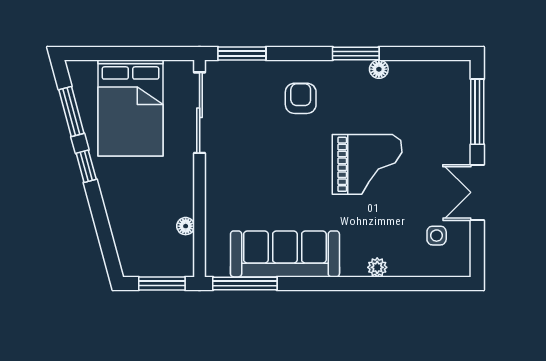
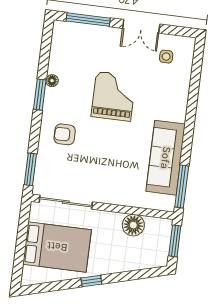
window: (71, 111) -> (54, 286), removed
floor lamp: (186, 226) -> (133, 225), width x1.89, depth x1.89
plant: (377, 267) -> (182, 98), removed

